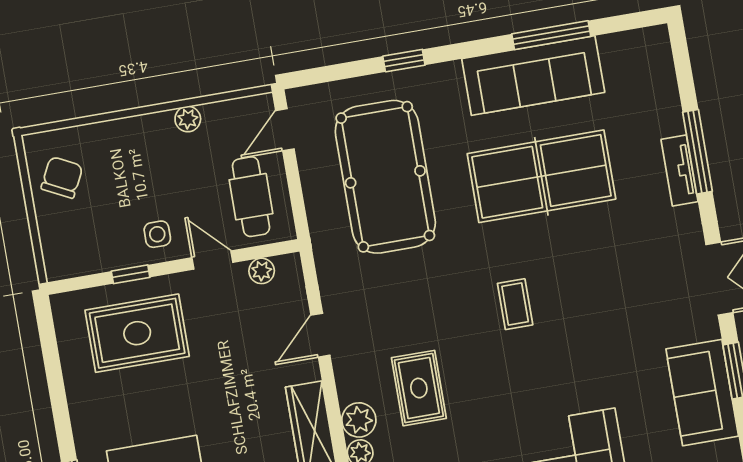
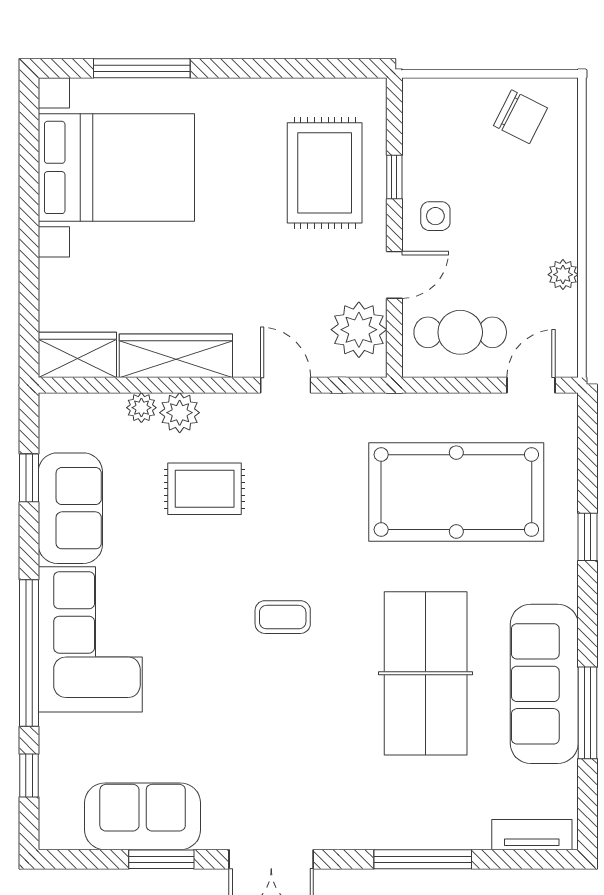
door: (285, 130) -> (531, 385), hinge flipped
tv unit: (679, 170) -> (532, 835), moved
plant: (262, 271) -> (359, 330), width x1.87, depth x1.87

